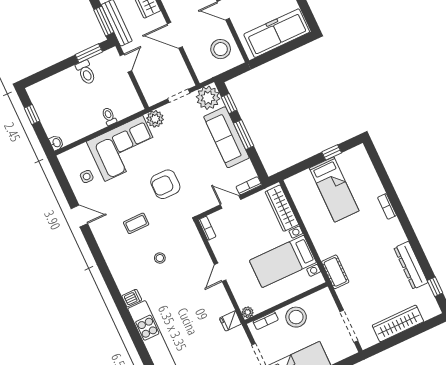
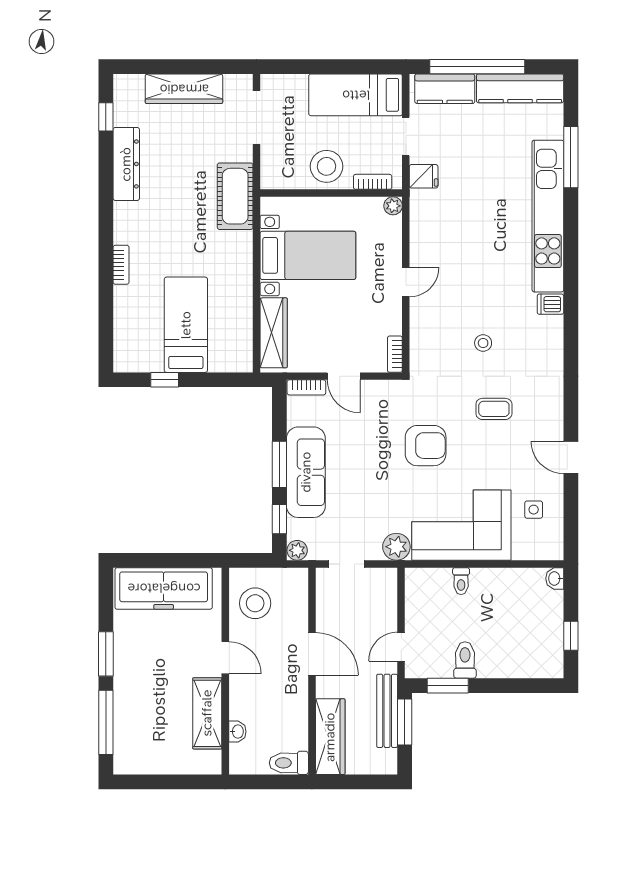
plant: (208, 98) -> (297, 550), width x0.53, depth x0.53
cot: (335, 272) -> (235, 196), width x1.37, depth x1.34
fridge: (230, 321) -> (424, 176), moved

